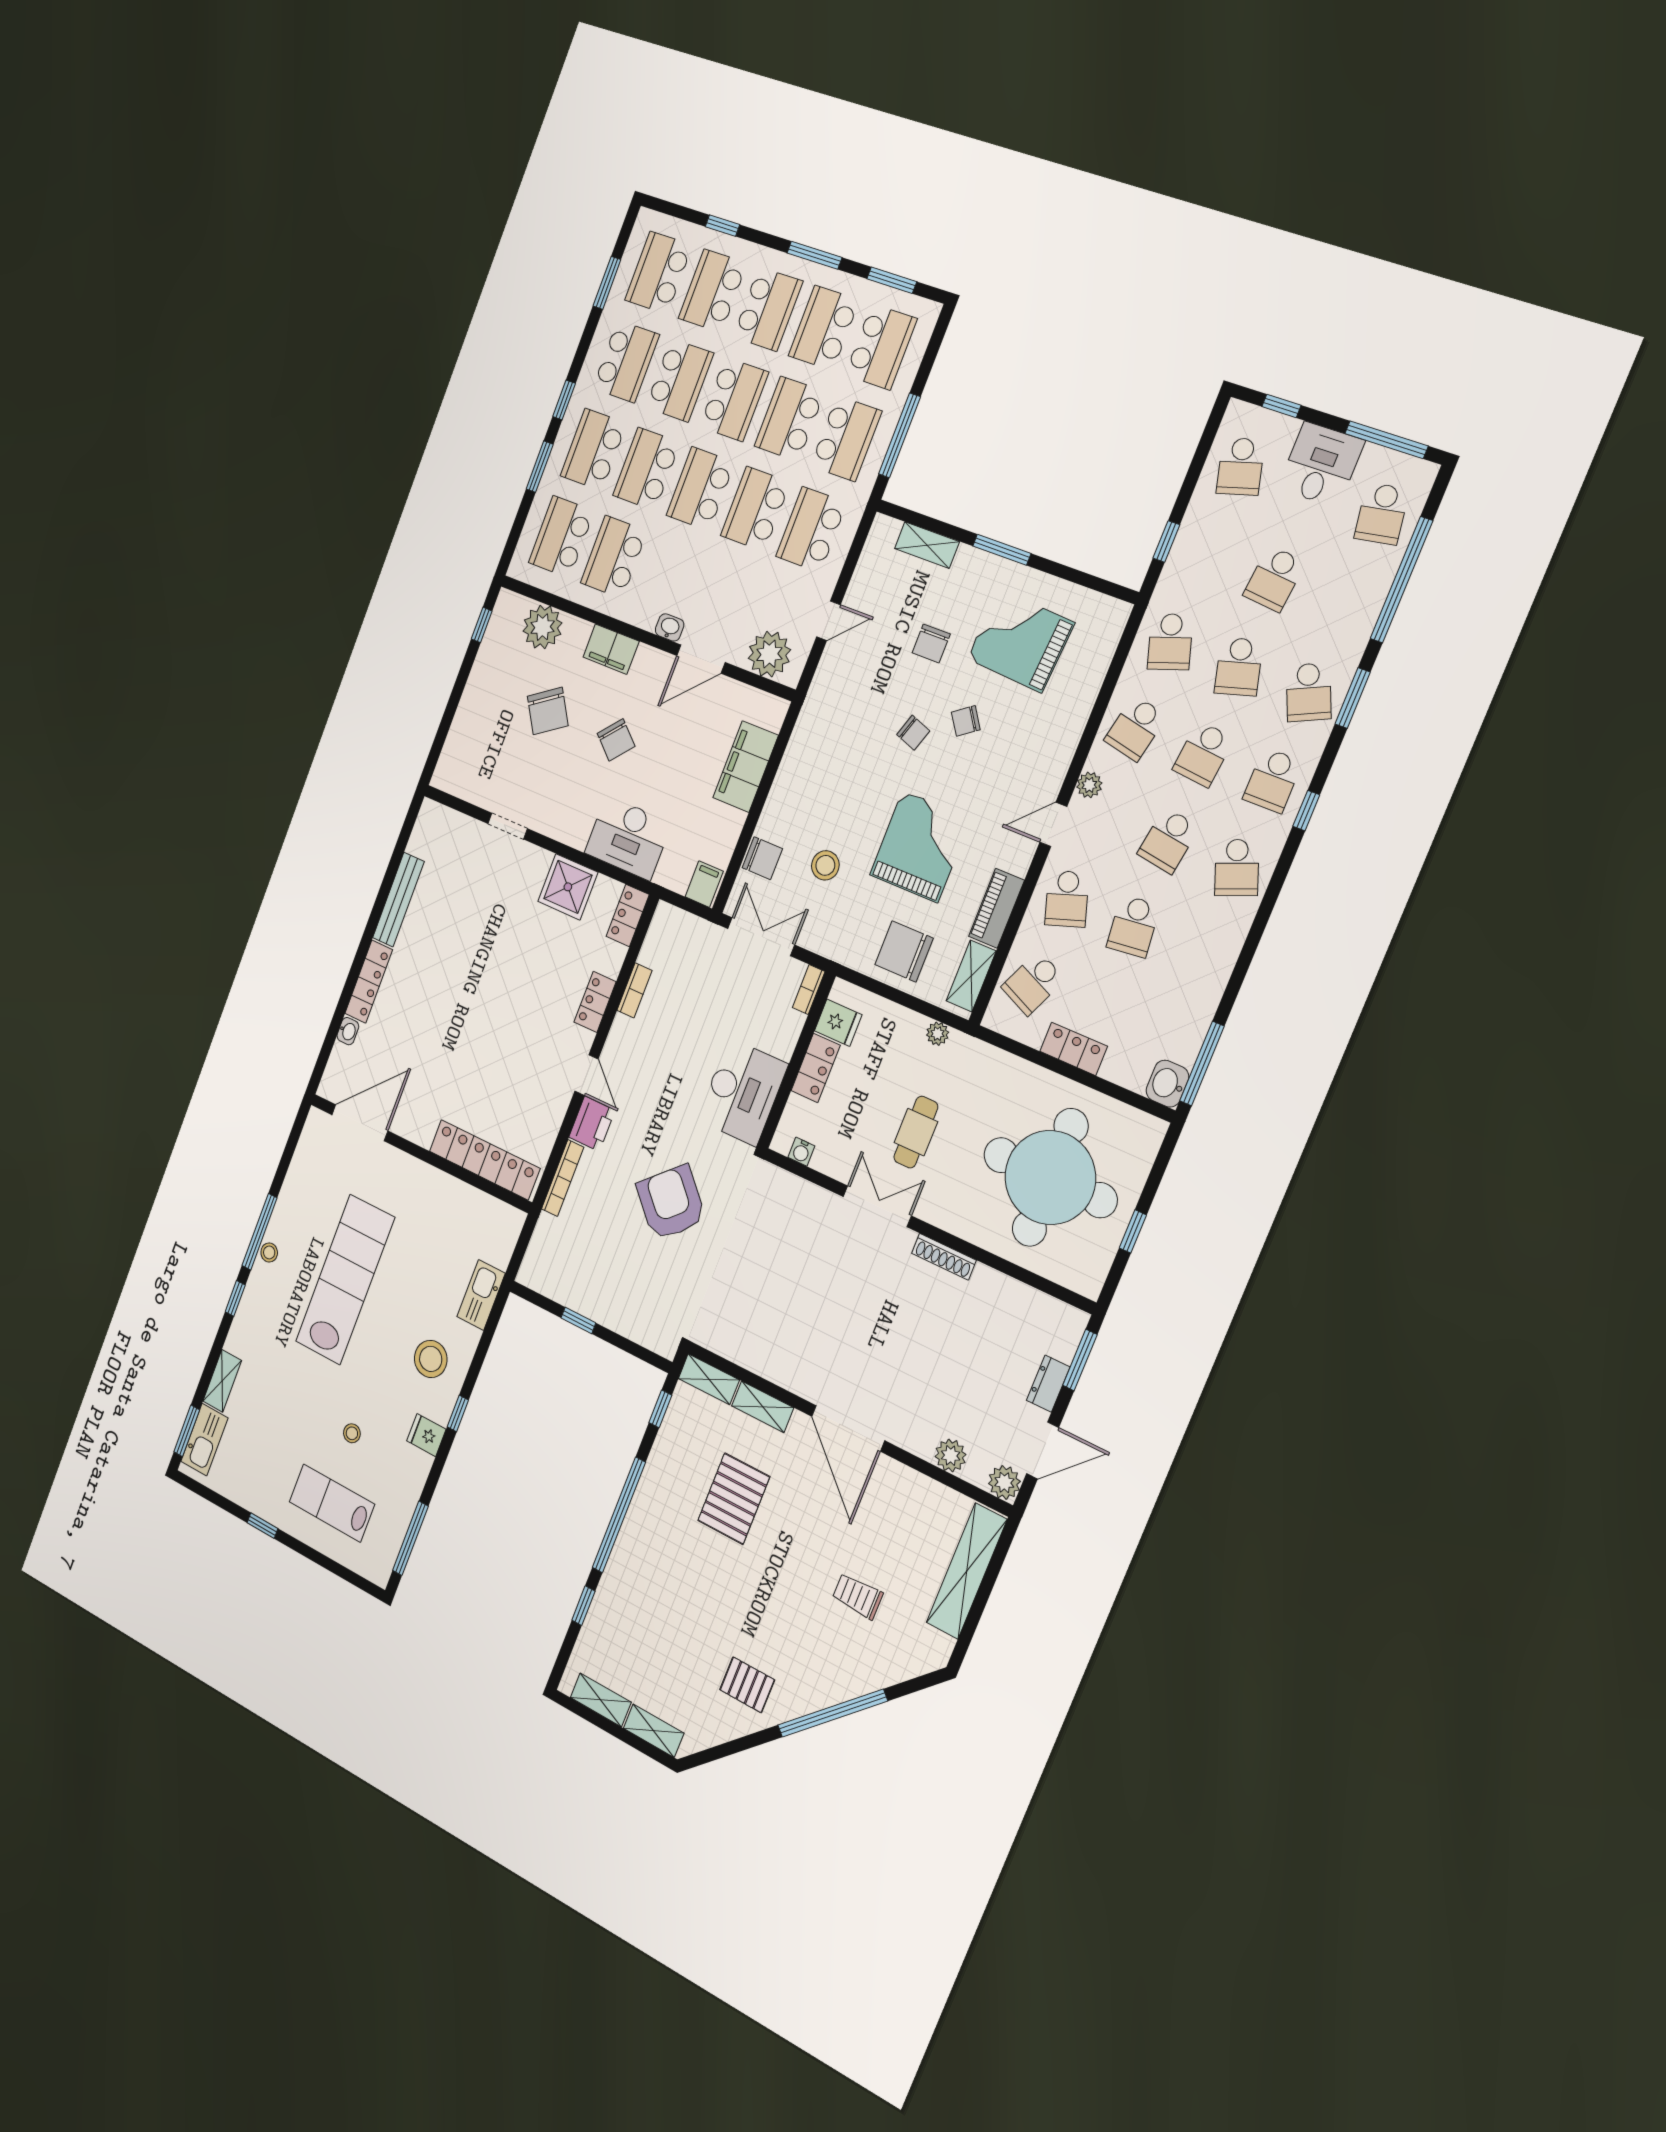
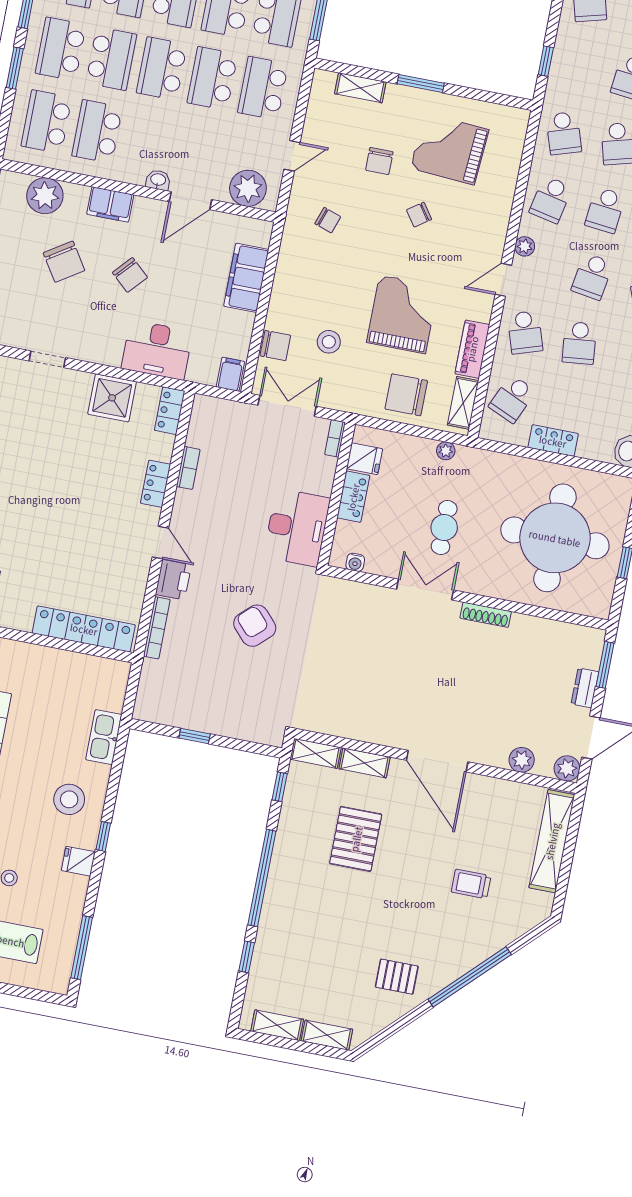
school desk: (646, 469) -> (111, 59), turned 180
chair: (913, 733) -> (328, 220), moved
armchair: (671, 1203) -> (255, 626), width x0.73, depth x0.73

